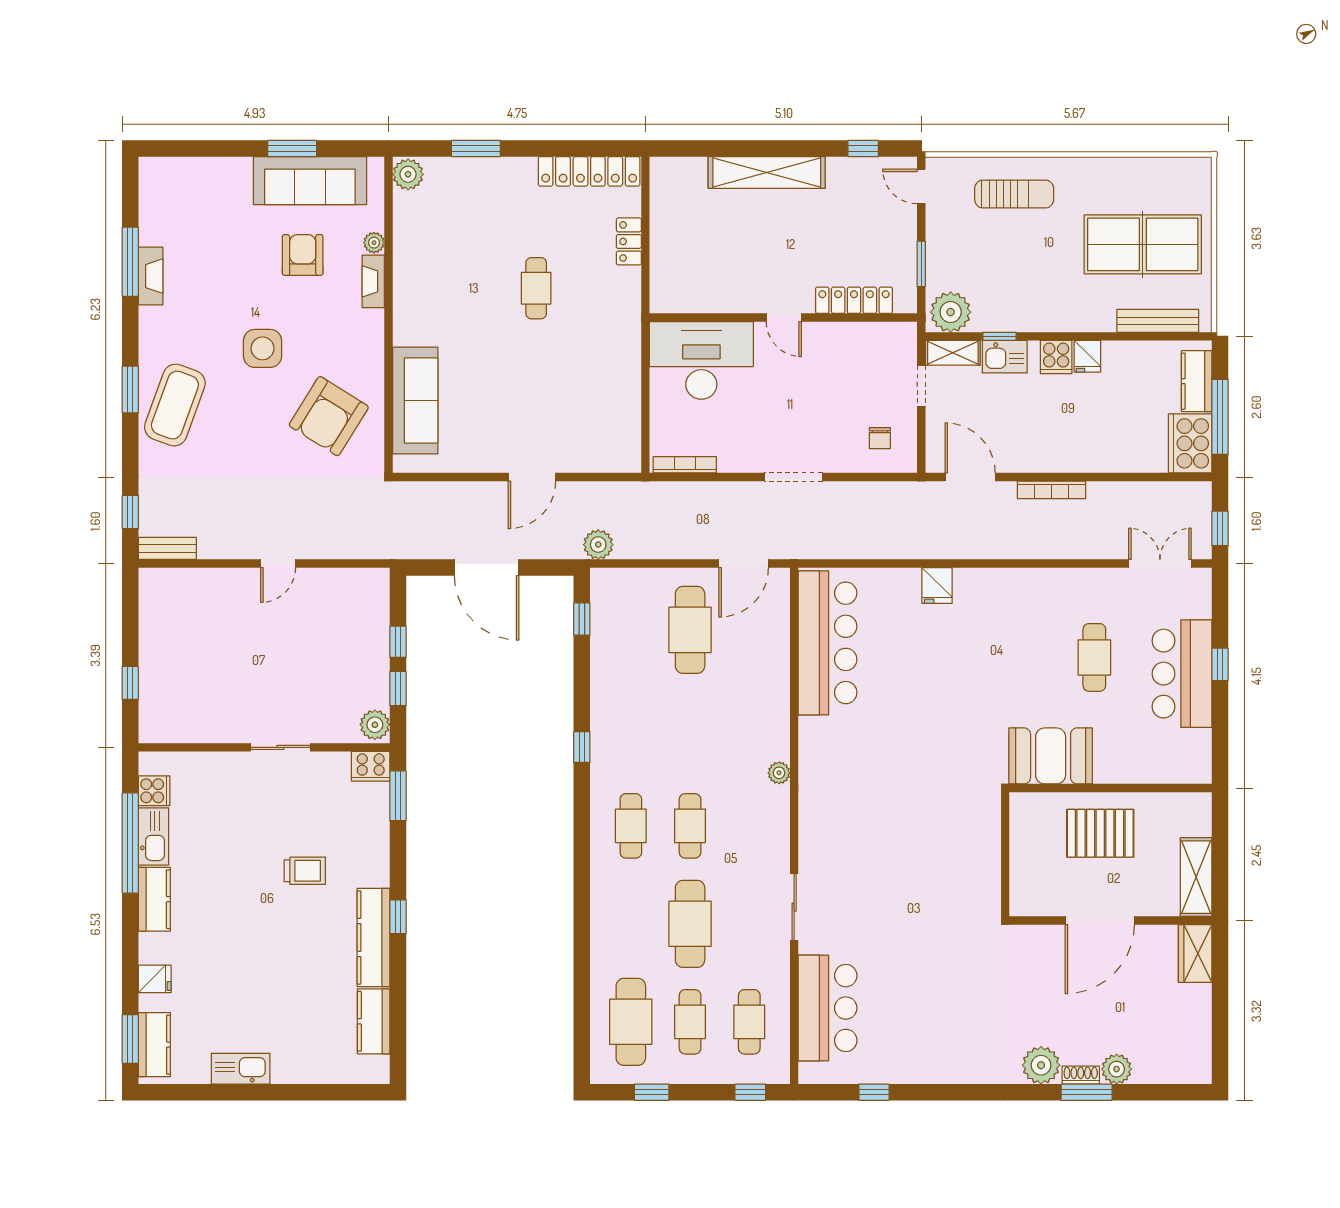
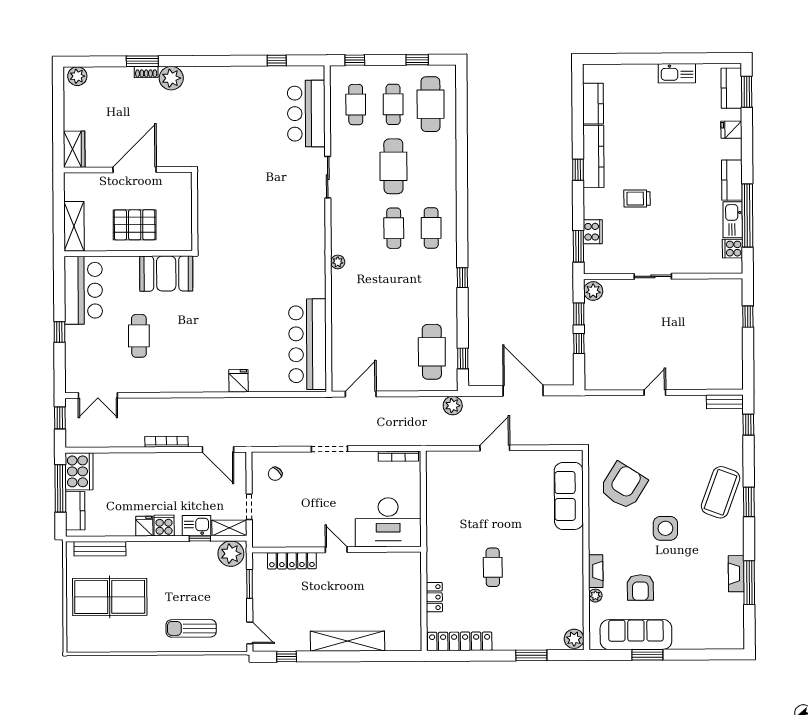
chair: (880, 438) -> (275, 474), turned -135
cafe table: (690, 630) -> (432, 352), moved
bar counter: (1182, 674) -> (83, 290), moved
cooker: (371, 766) -> (593, 232), moved, turned 90
shelving: (1196, 877) -> (74, 226), moved
plant: (1117, 1069) -> (77, 76), moved

